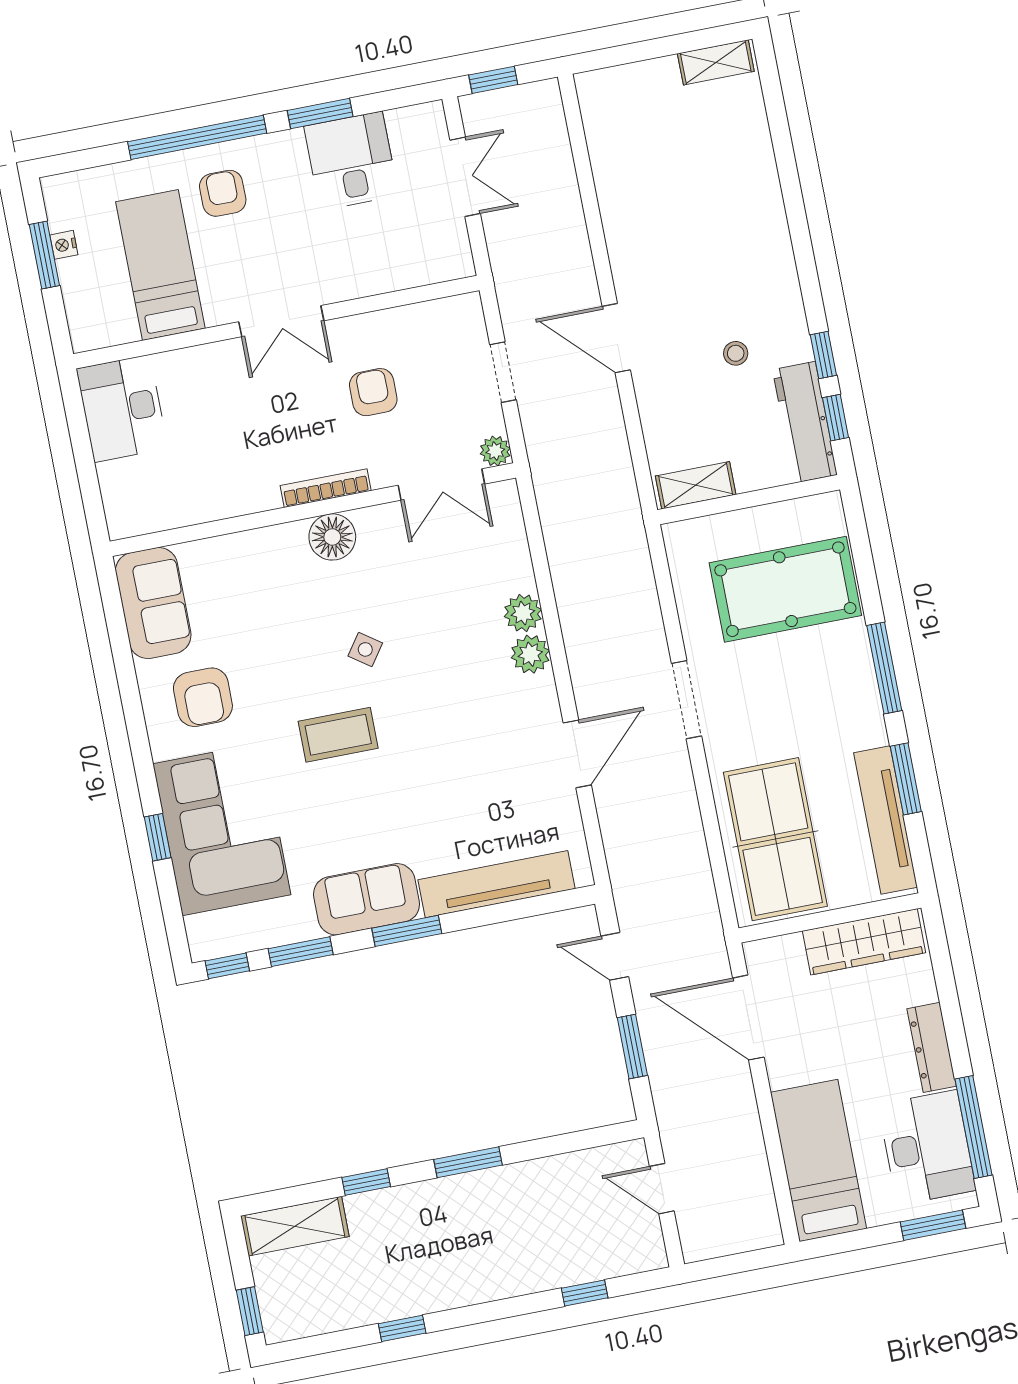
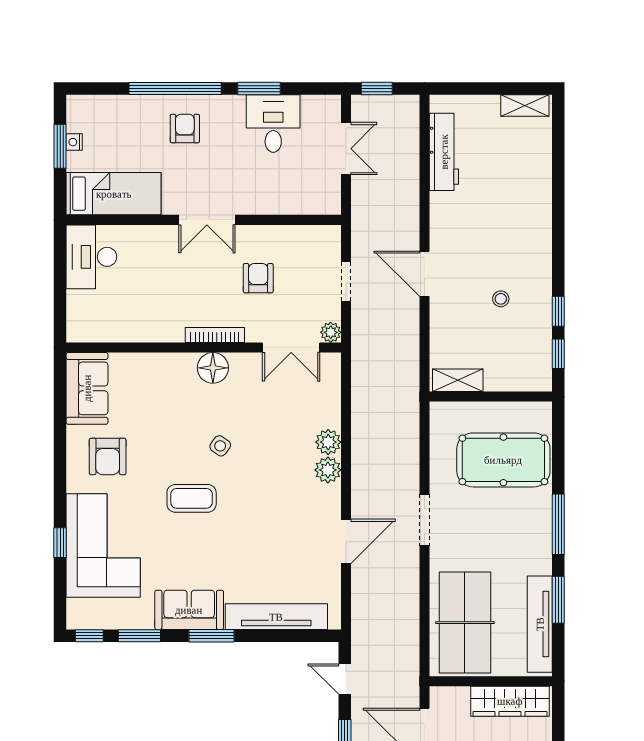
bed: (160, 265) -> (114, 194), moved, turned 90
workbench: (805, 422) -> (444, 152), moved, turned 180

